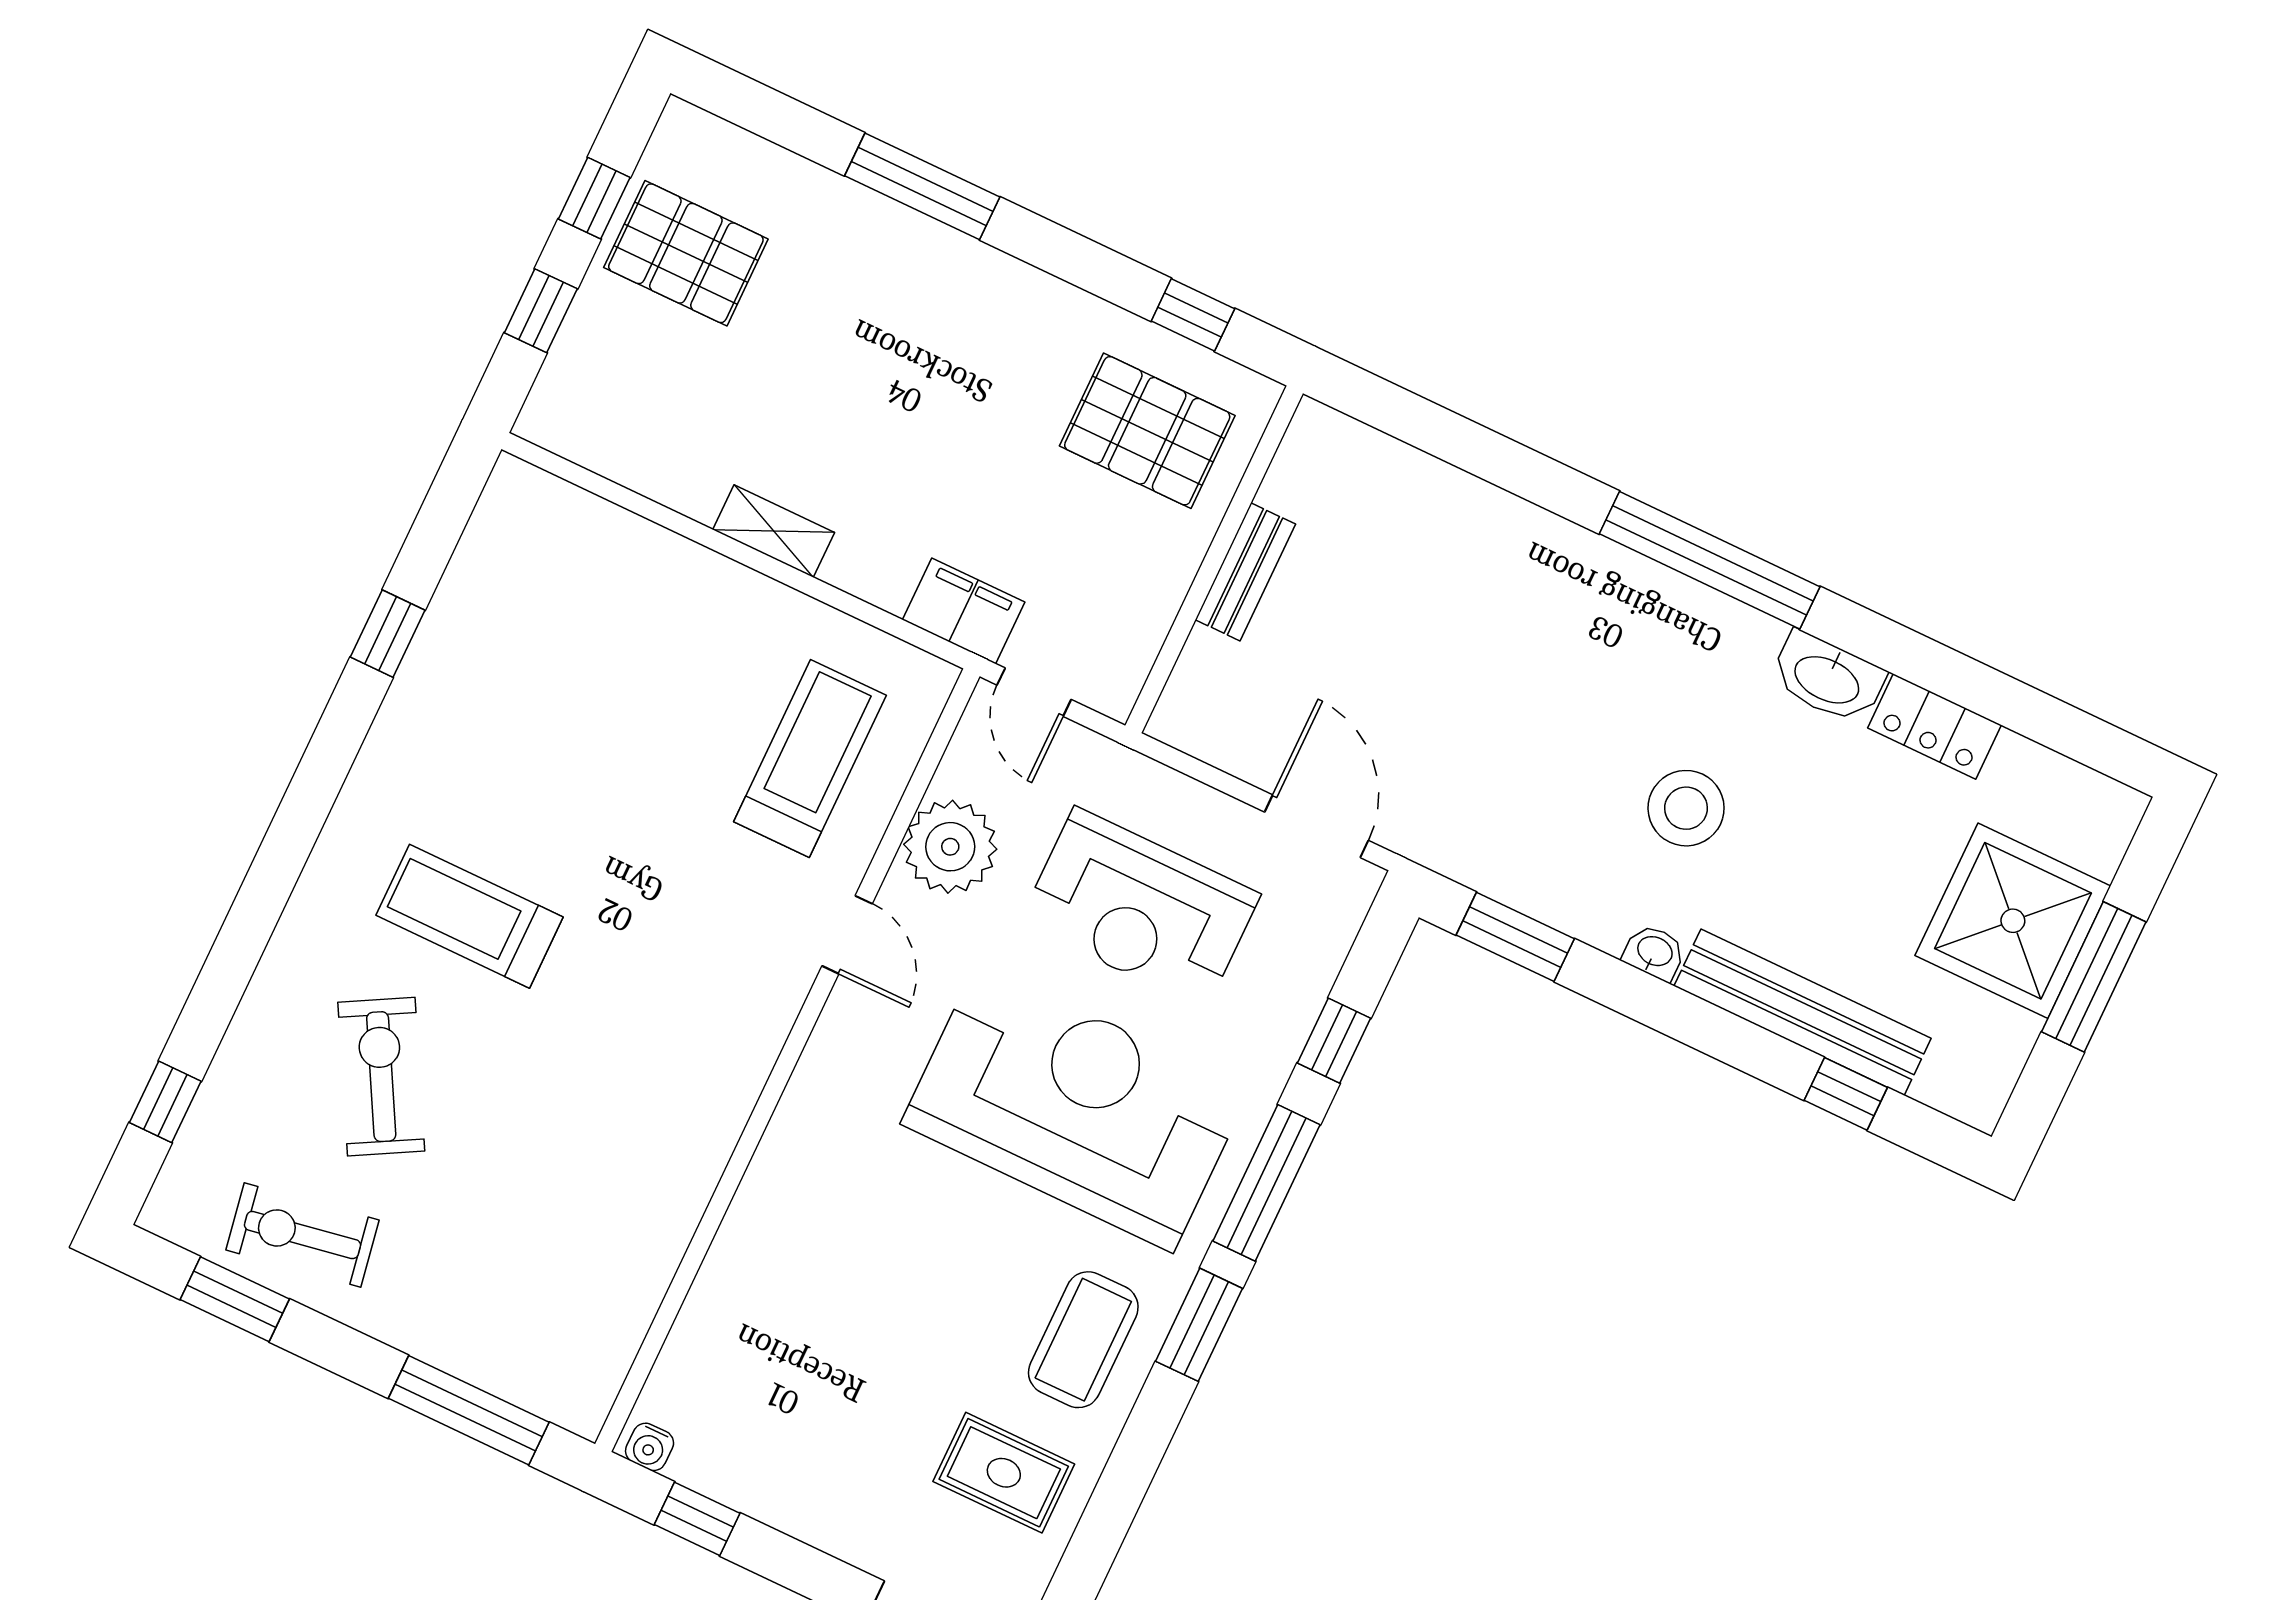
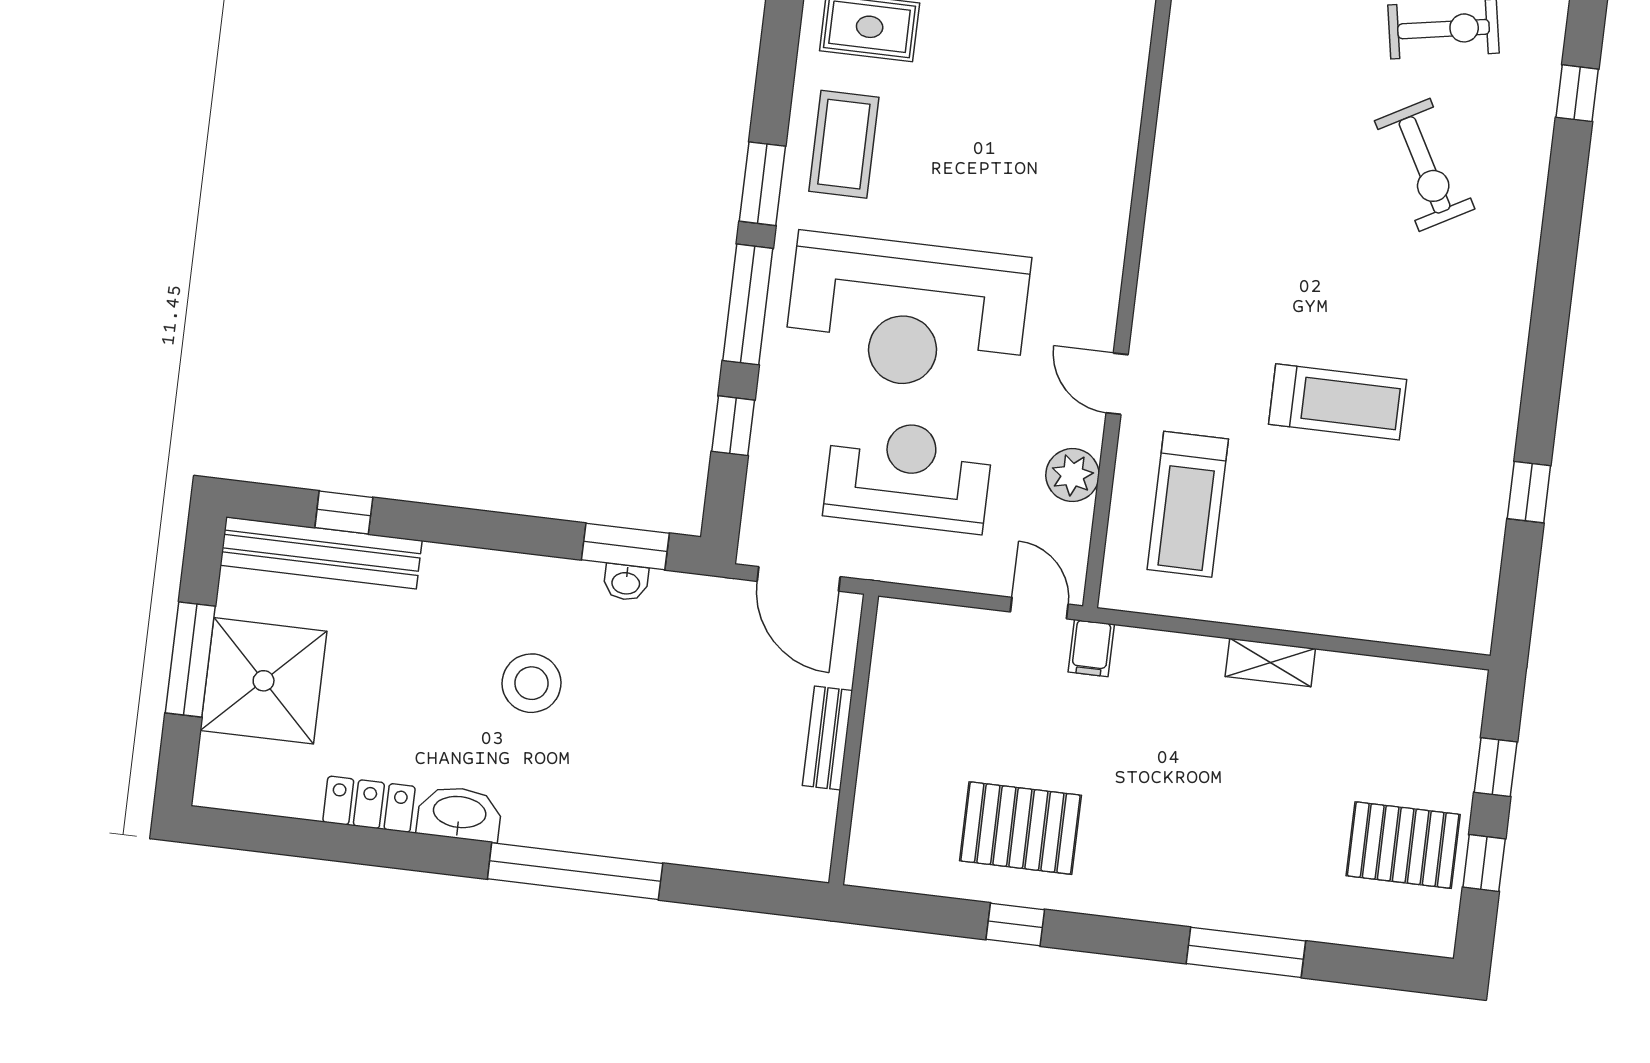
wall: (1214, 559) -> (854, 739), moved
bench: (1245, 572) -> (828, 738), moved
filing cabinet: (964, 611) -> (1091, 648), width x0.50
plant: (950, 847) -> (1072, 475), width x0.73, depth x0.73
treadmill: (469, 916) -> (1338, 402), moved
washbasin: (1654, 952) -> (626, 582), moved
bench: (1803, 1012) -> (321, 553), moved

